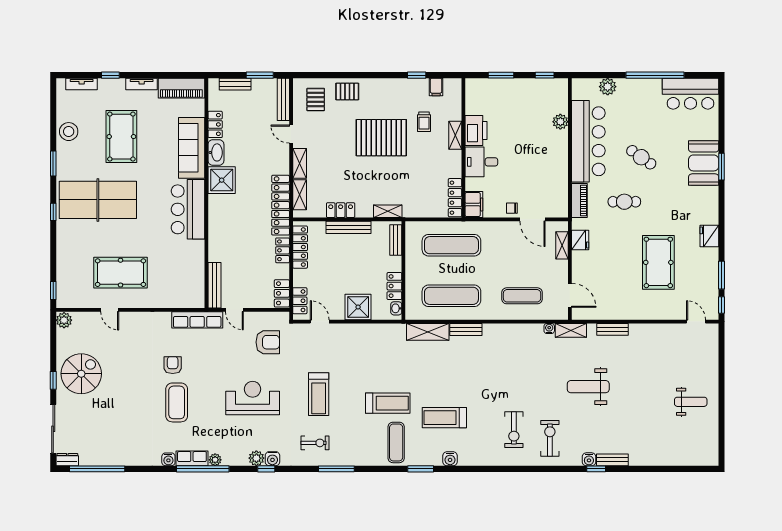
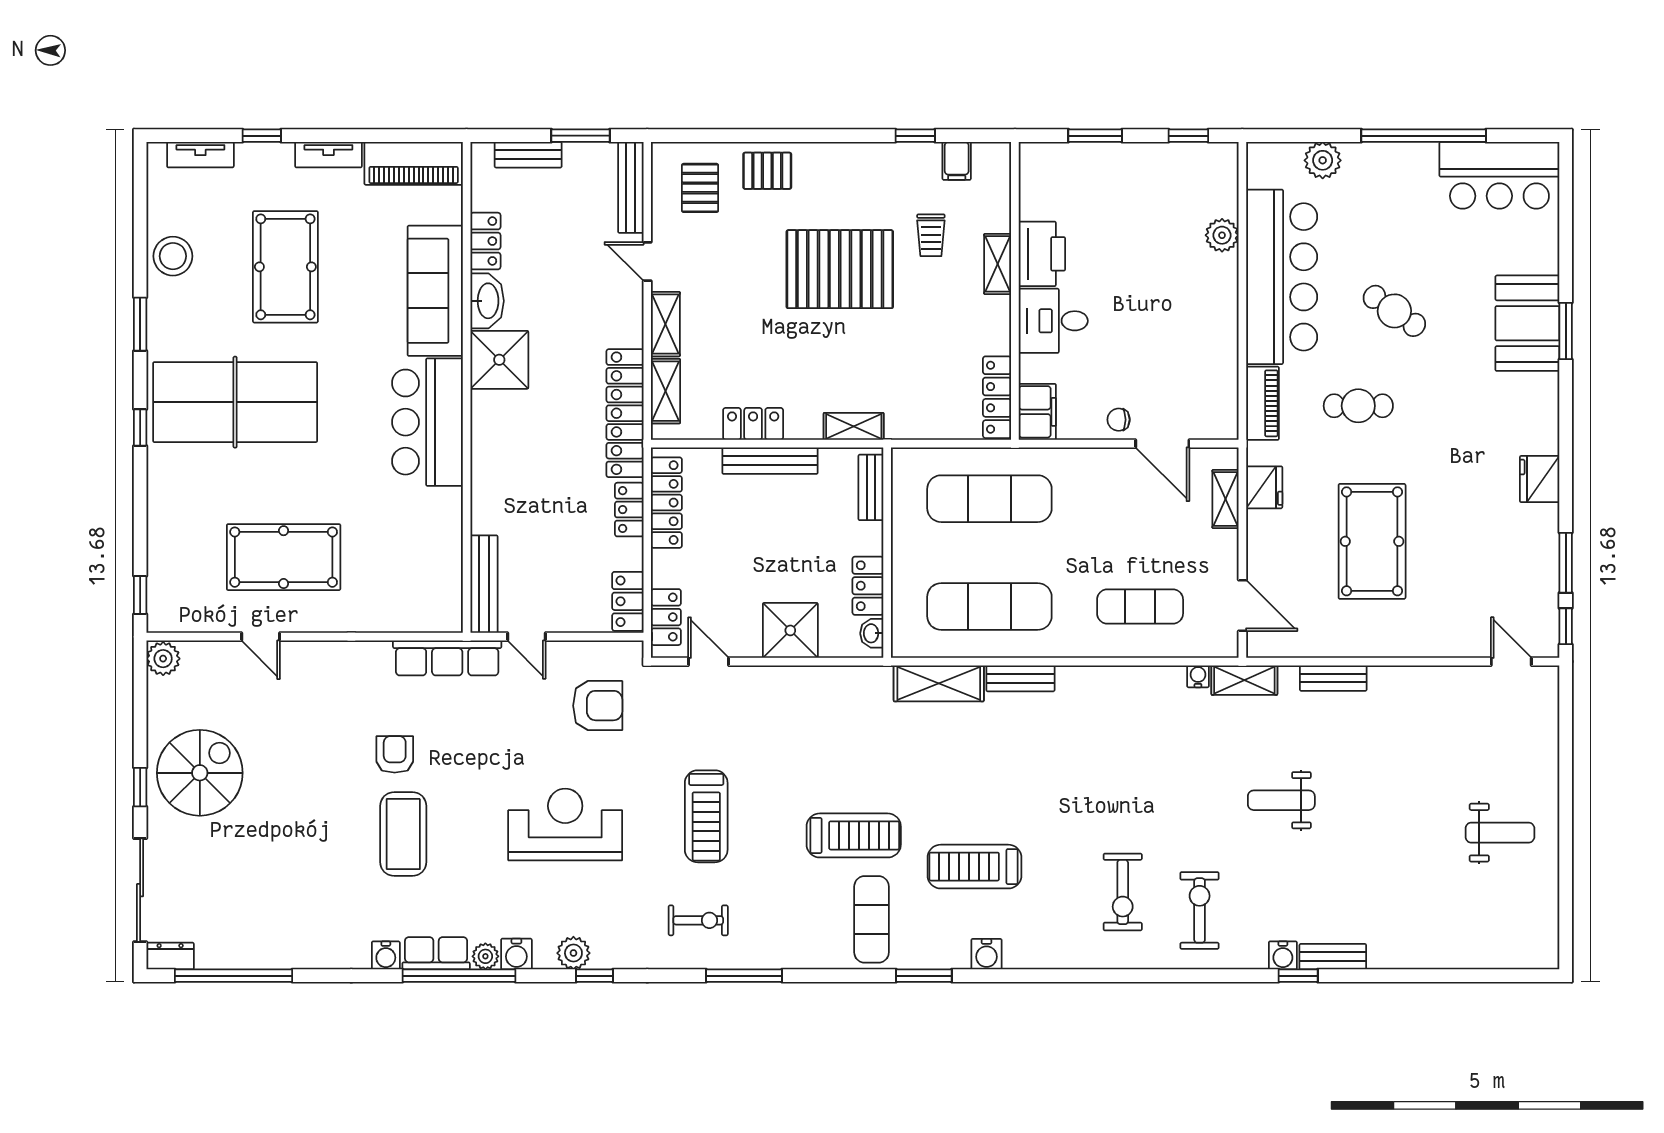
pool table: (658, 262) -> (1372, 541), moved
weight bench: (588, 387) -> (1281, 800), width x0.73, depth x0.75
water cooler: (272, 459) -> (516, 954), moved

